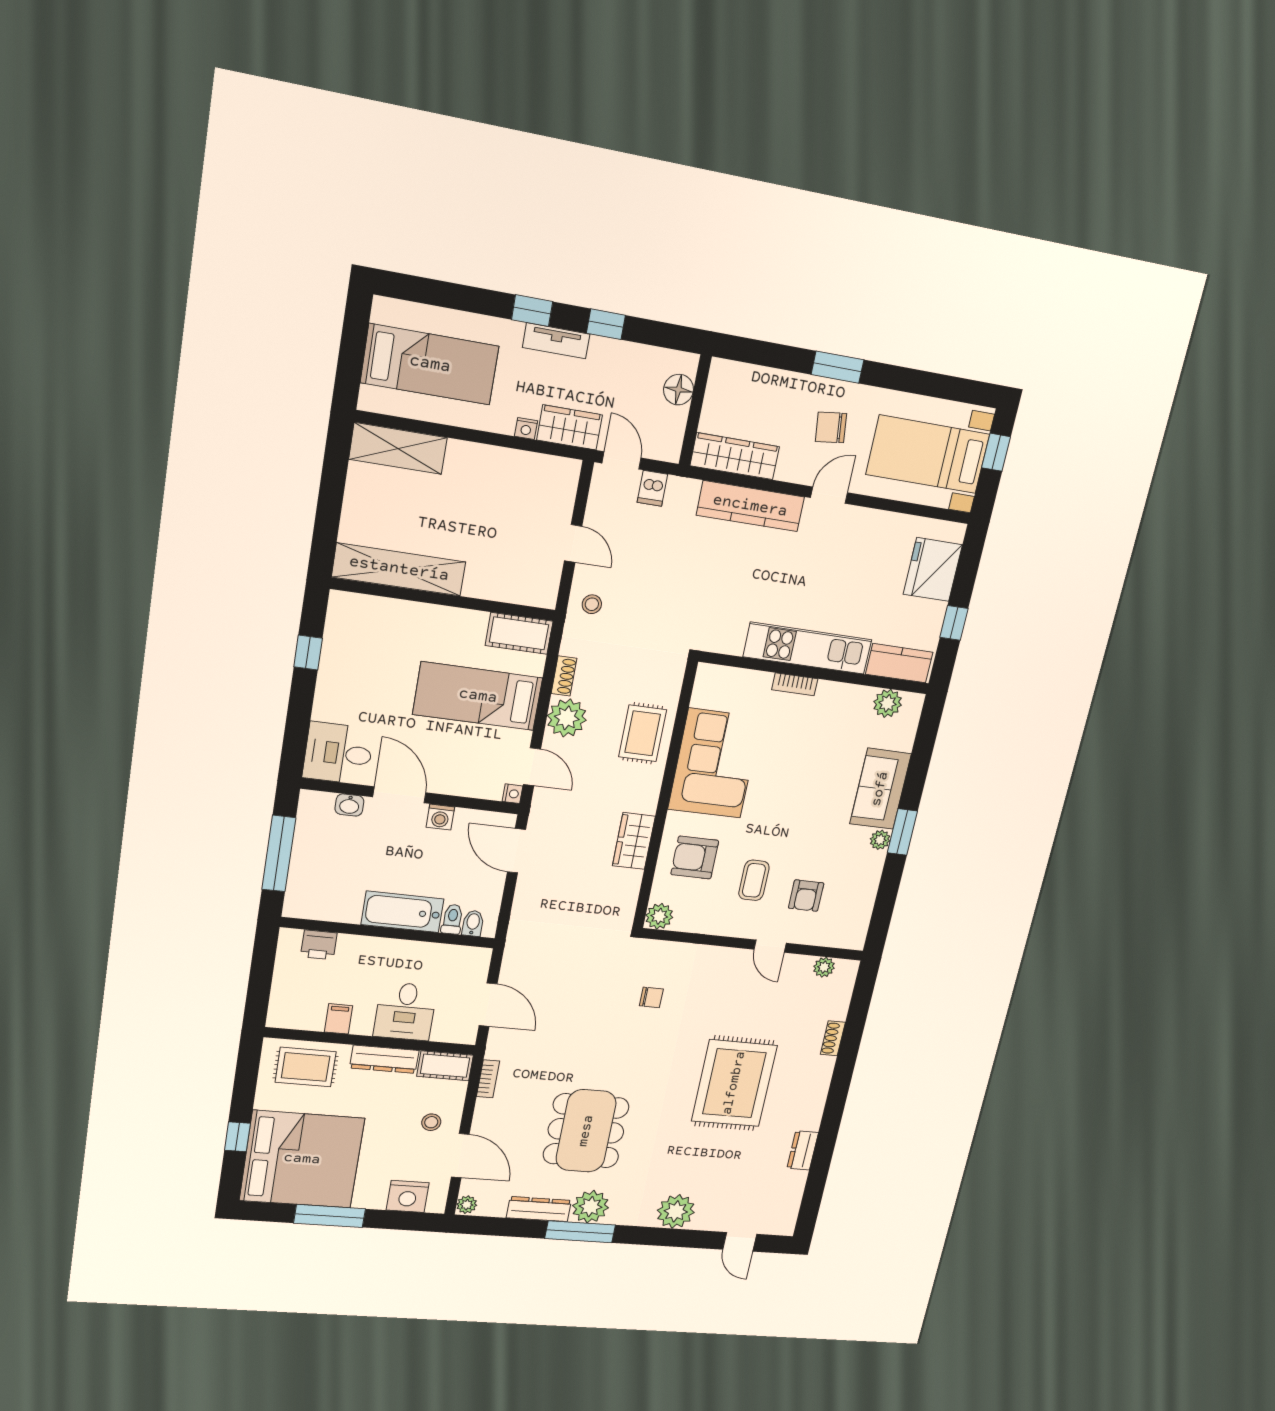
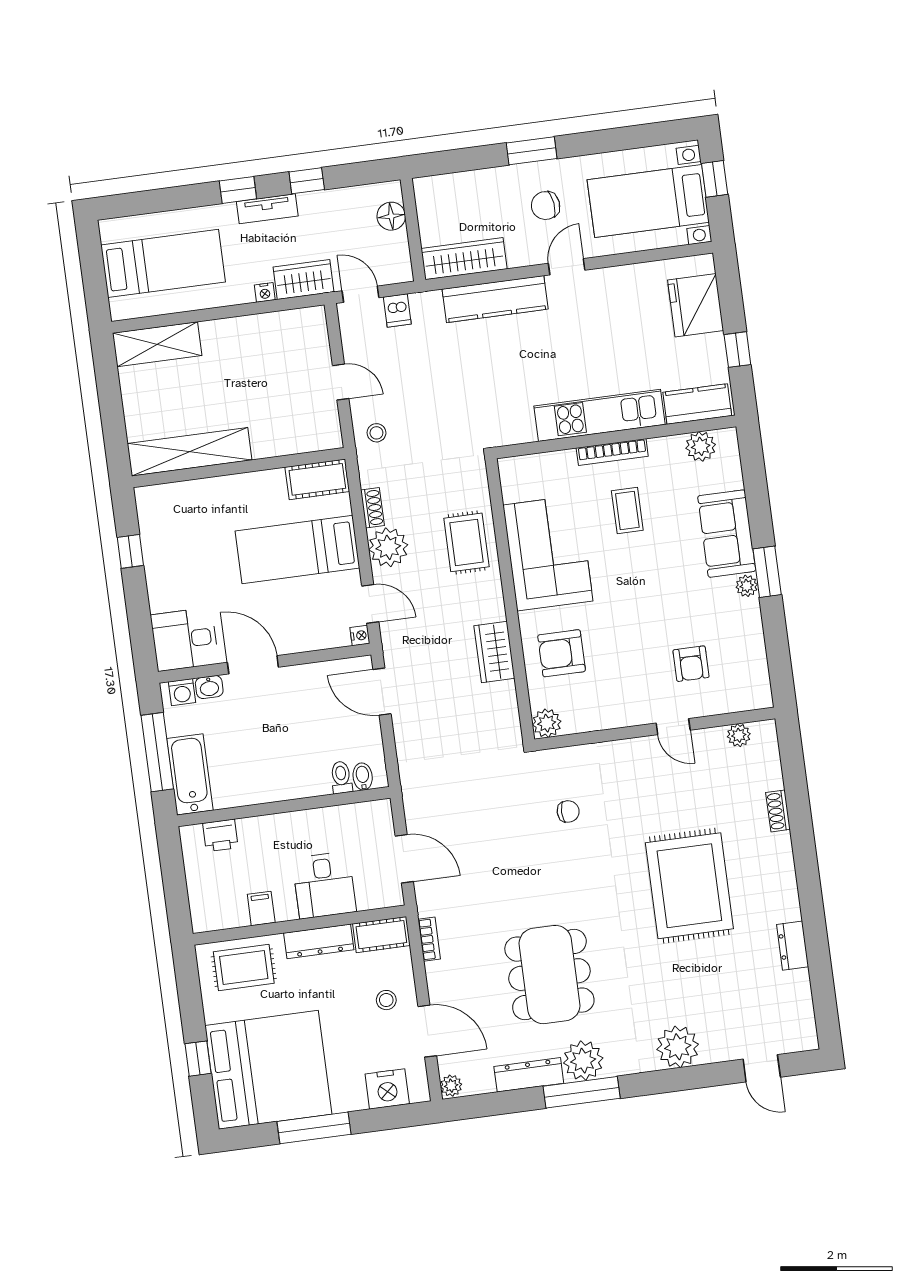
bookcase: (795, 684) -> (612, 452), width x1.56
washing machine: (440, 817) -> (182, 692), moved
coffee table: (754, 880) -> (627, 510), moved
bathtub: (402, 912) -> (190, 774), moved, turned 90

